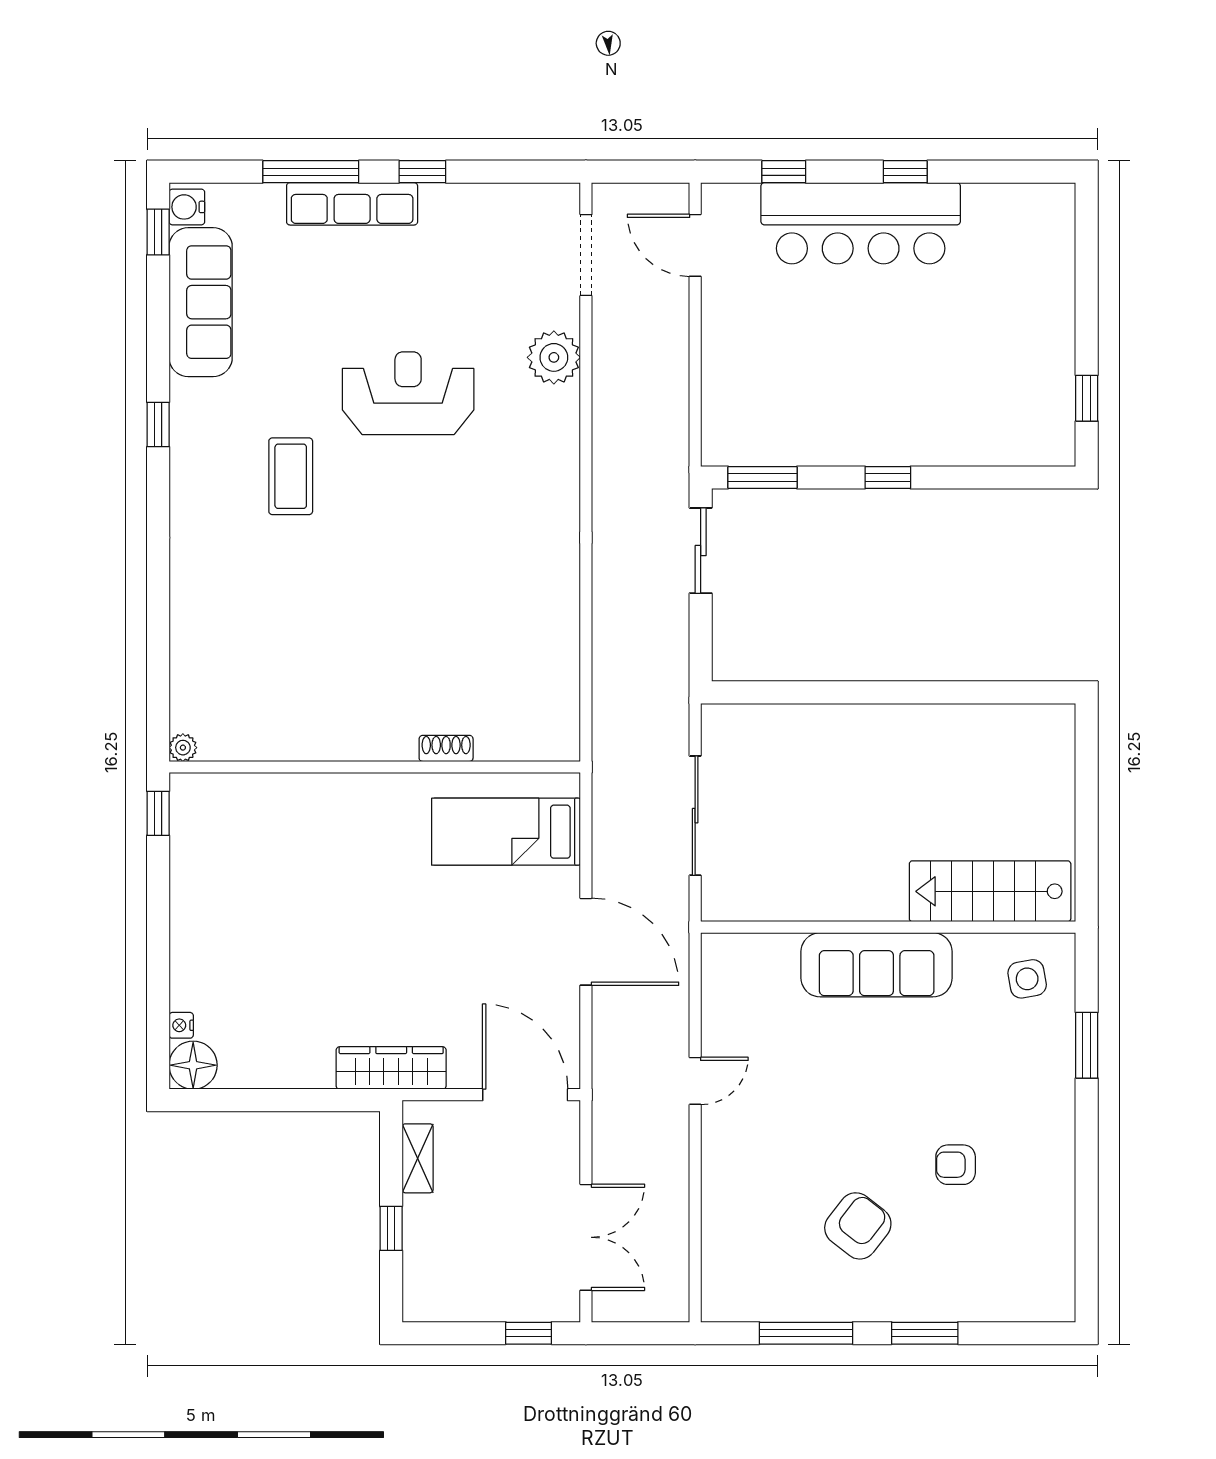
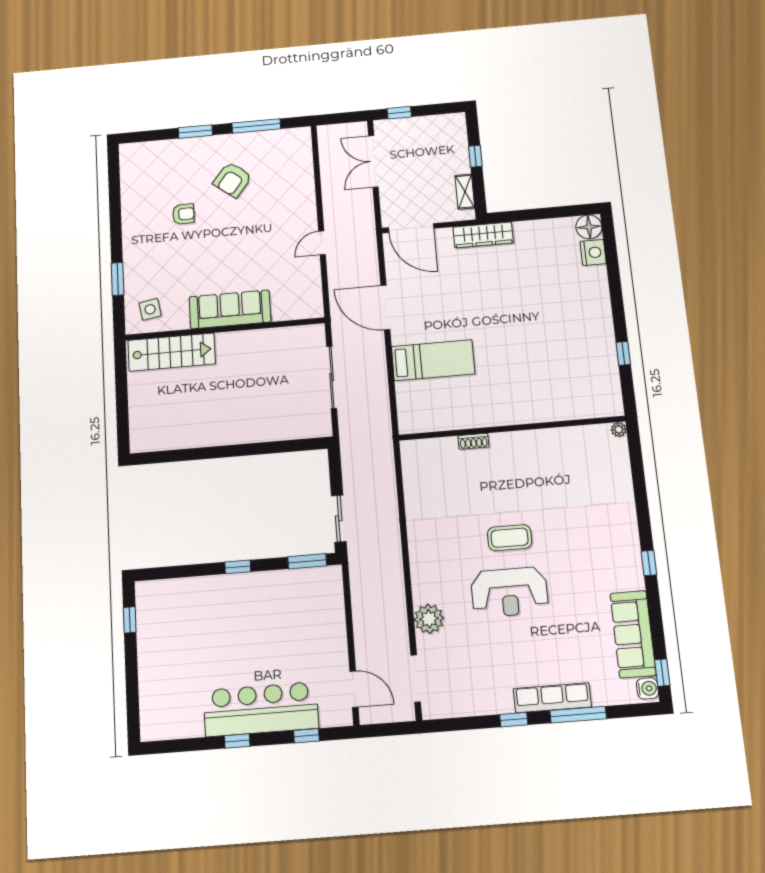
coffee table: (291, 476) -> (510, 538), moved, turned 90
plant: (183, 748) -> (619, 430), moved
shoe rack: (446, 748) -> (473, 441), moved
wall: (375, 767) -> (512, 428), moved
nightstand: (181, 1025) -> (593, 252), width x1.89, depth x1.79

